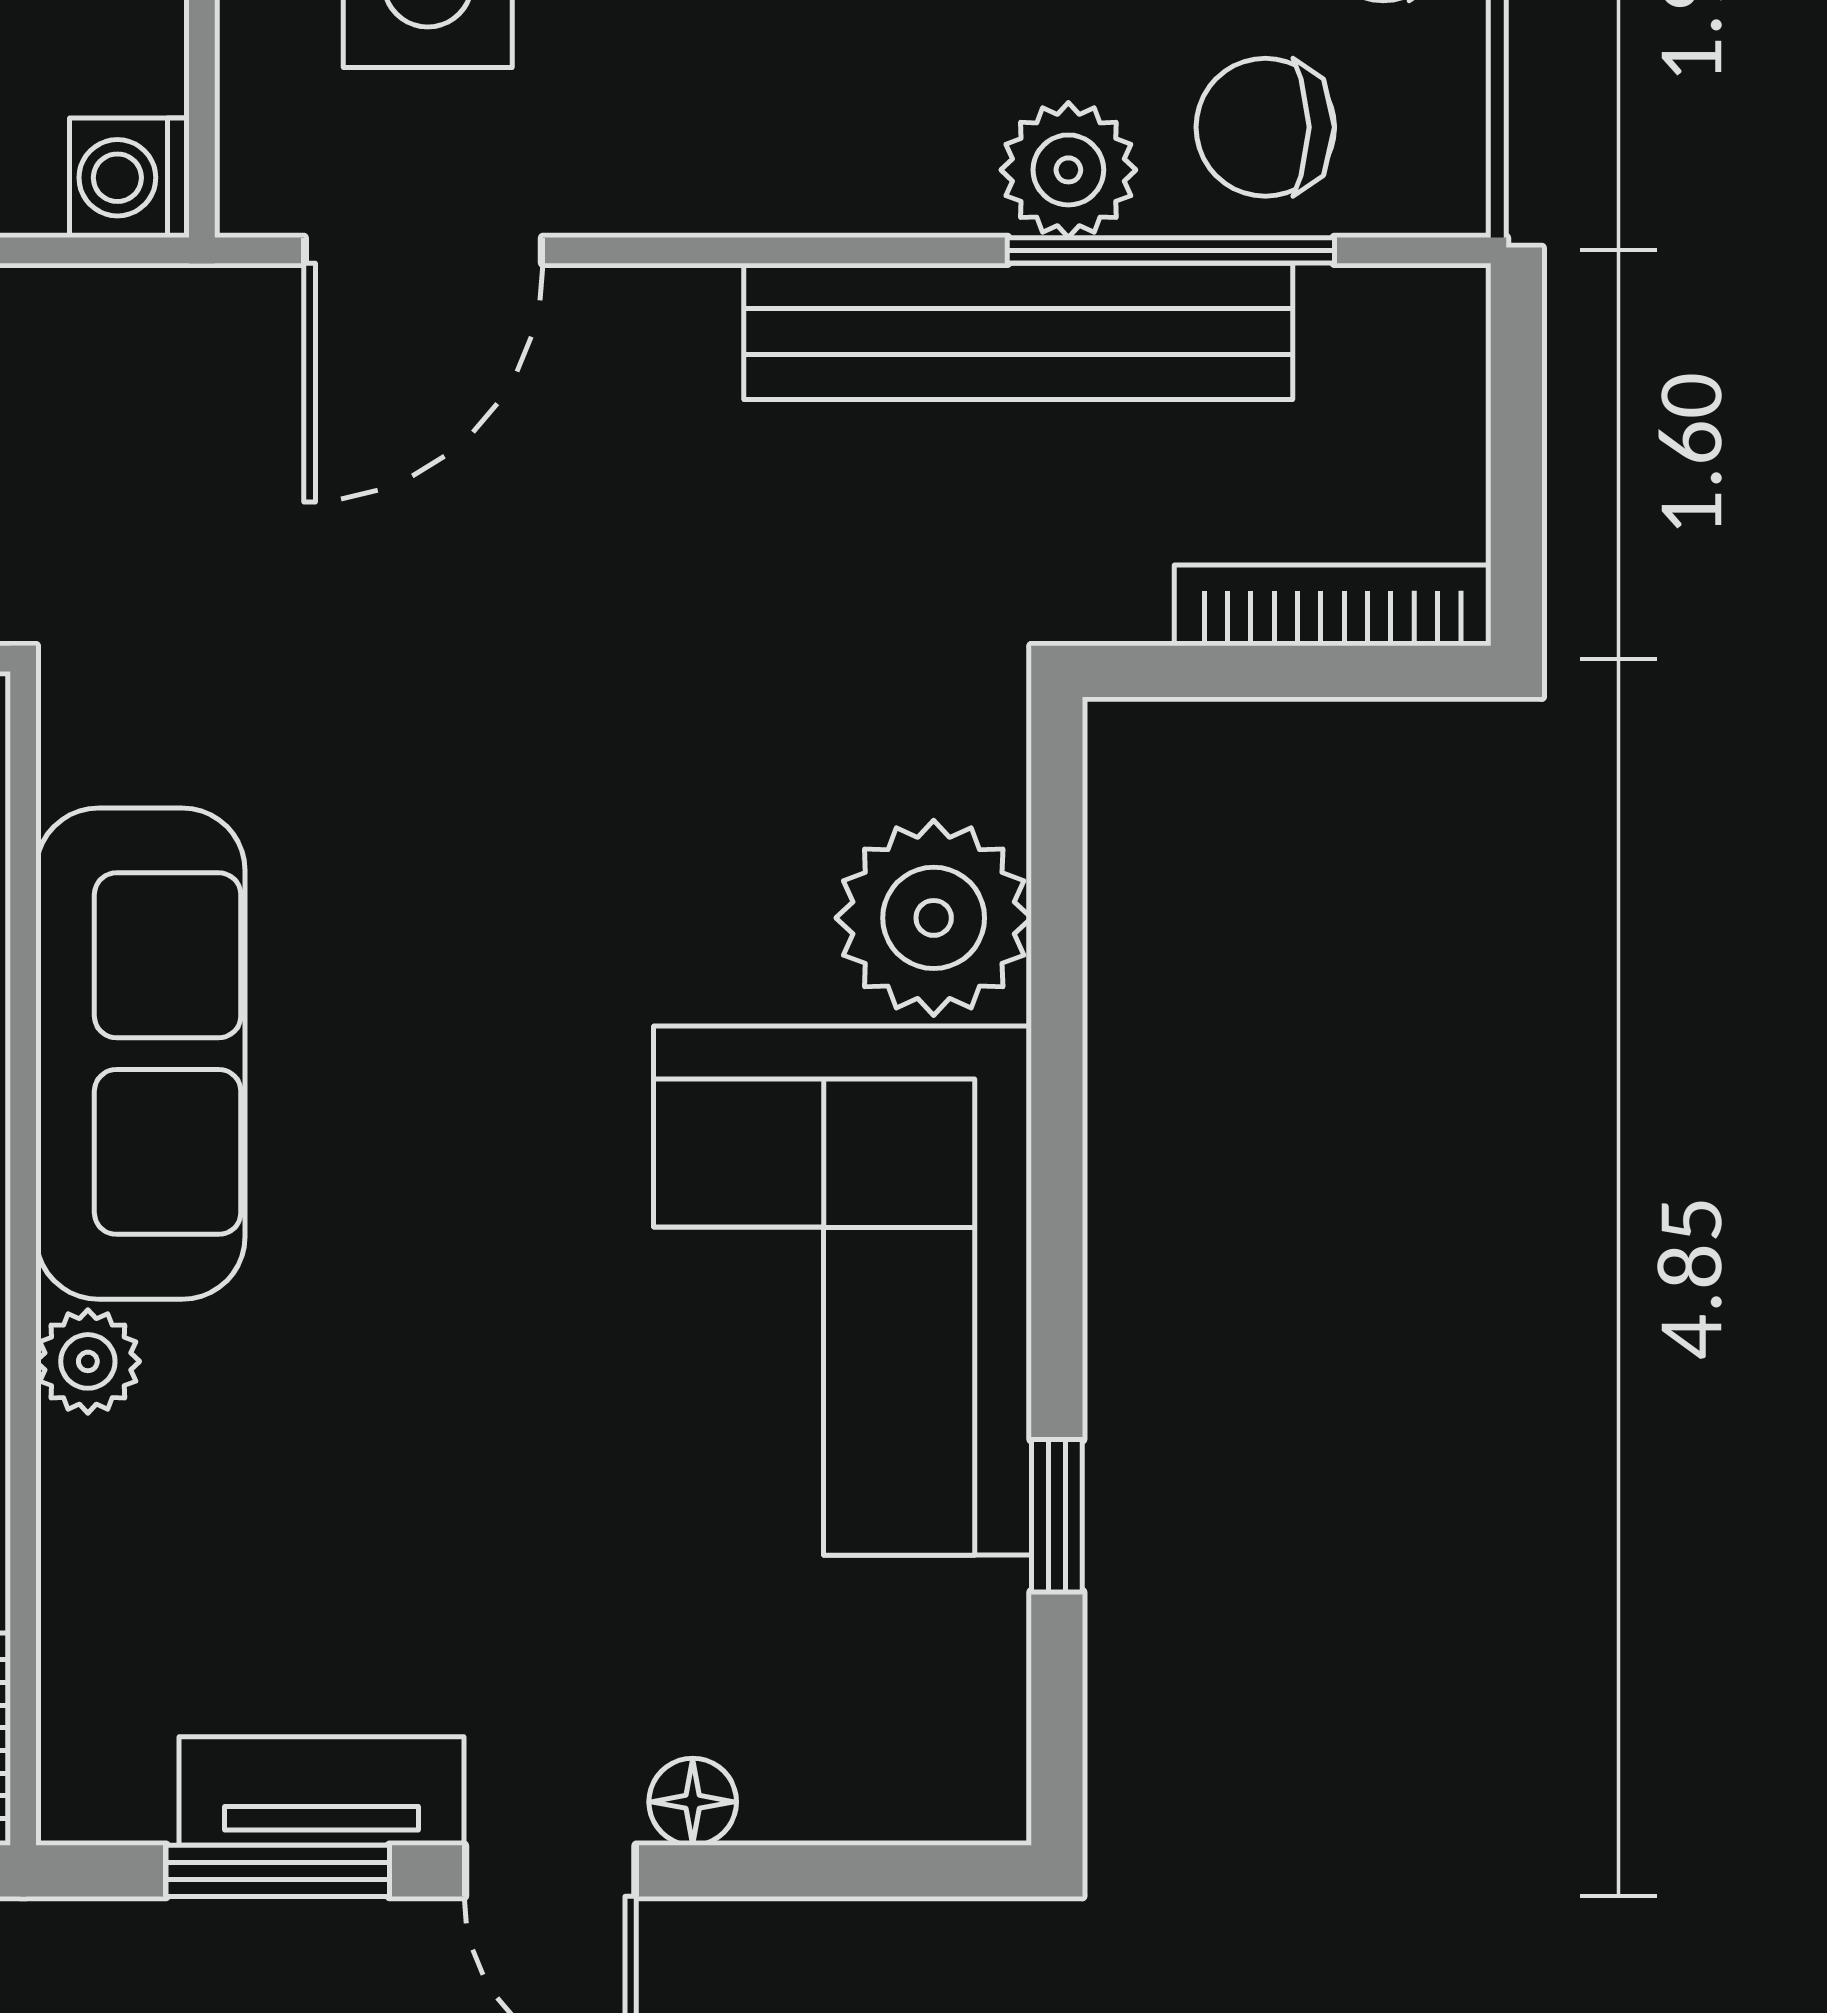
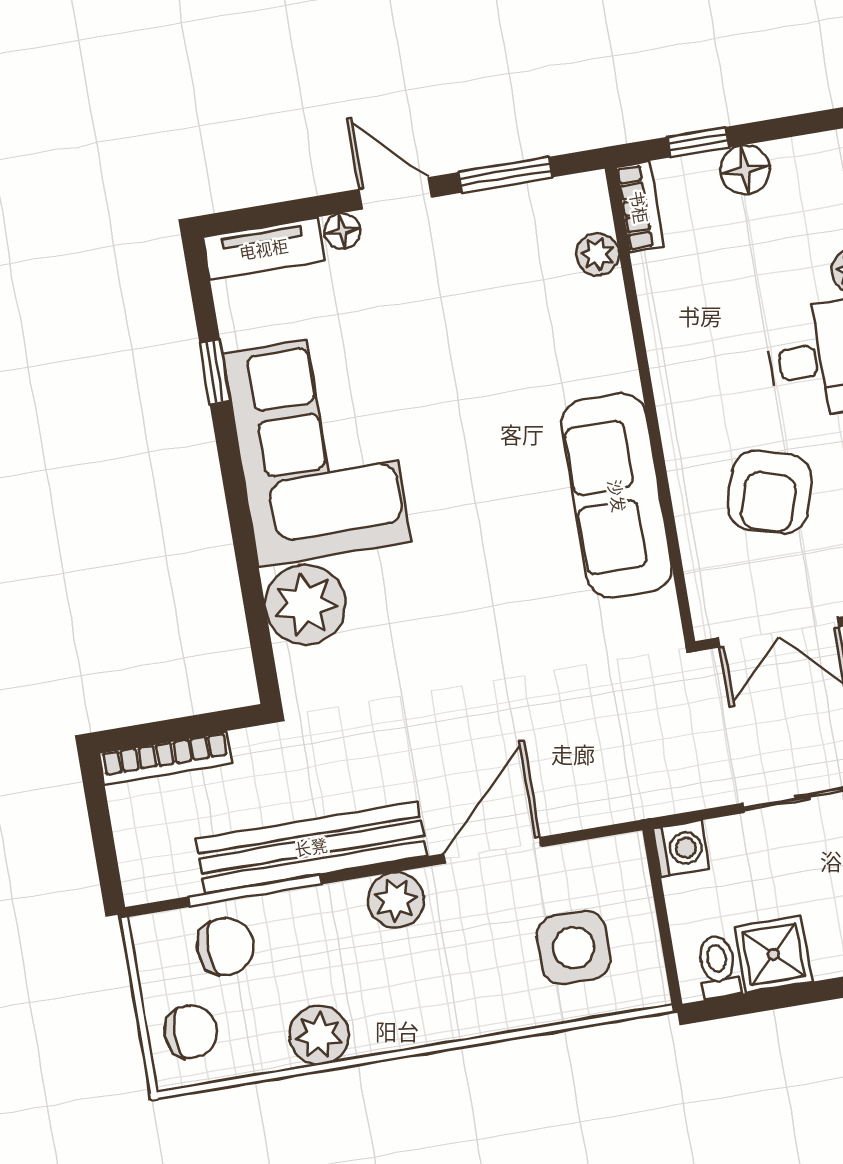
plant: (1068, 170) -> (396, 900), moved
door: (423, 250) -> (493, 850), moved
plant: (88, 1361) -> (598, 254), moved
tv unit: (322, 1791) -> (264, 249), moved

